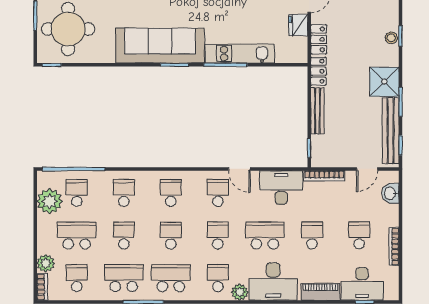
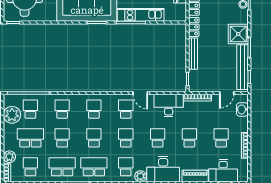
school desk: (265, 236) -> (158, 138), width x0.54

